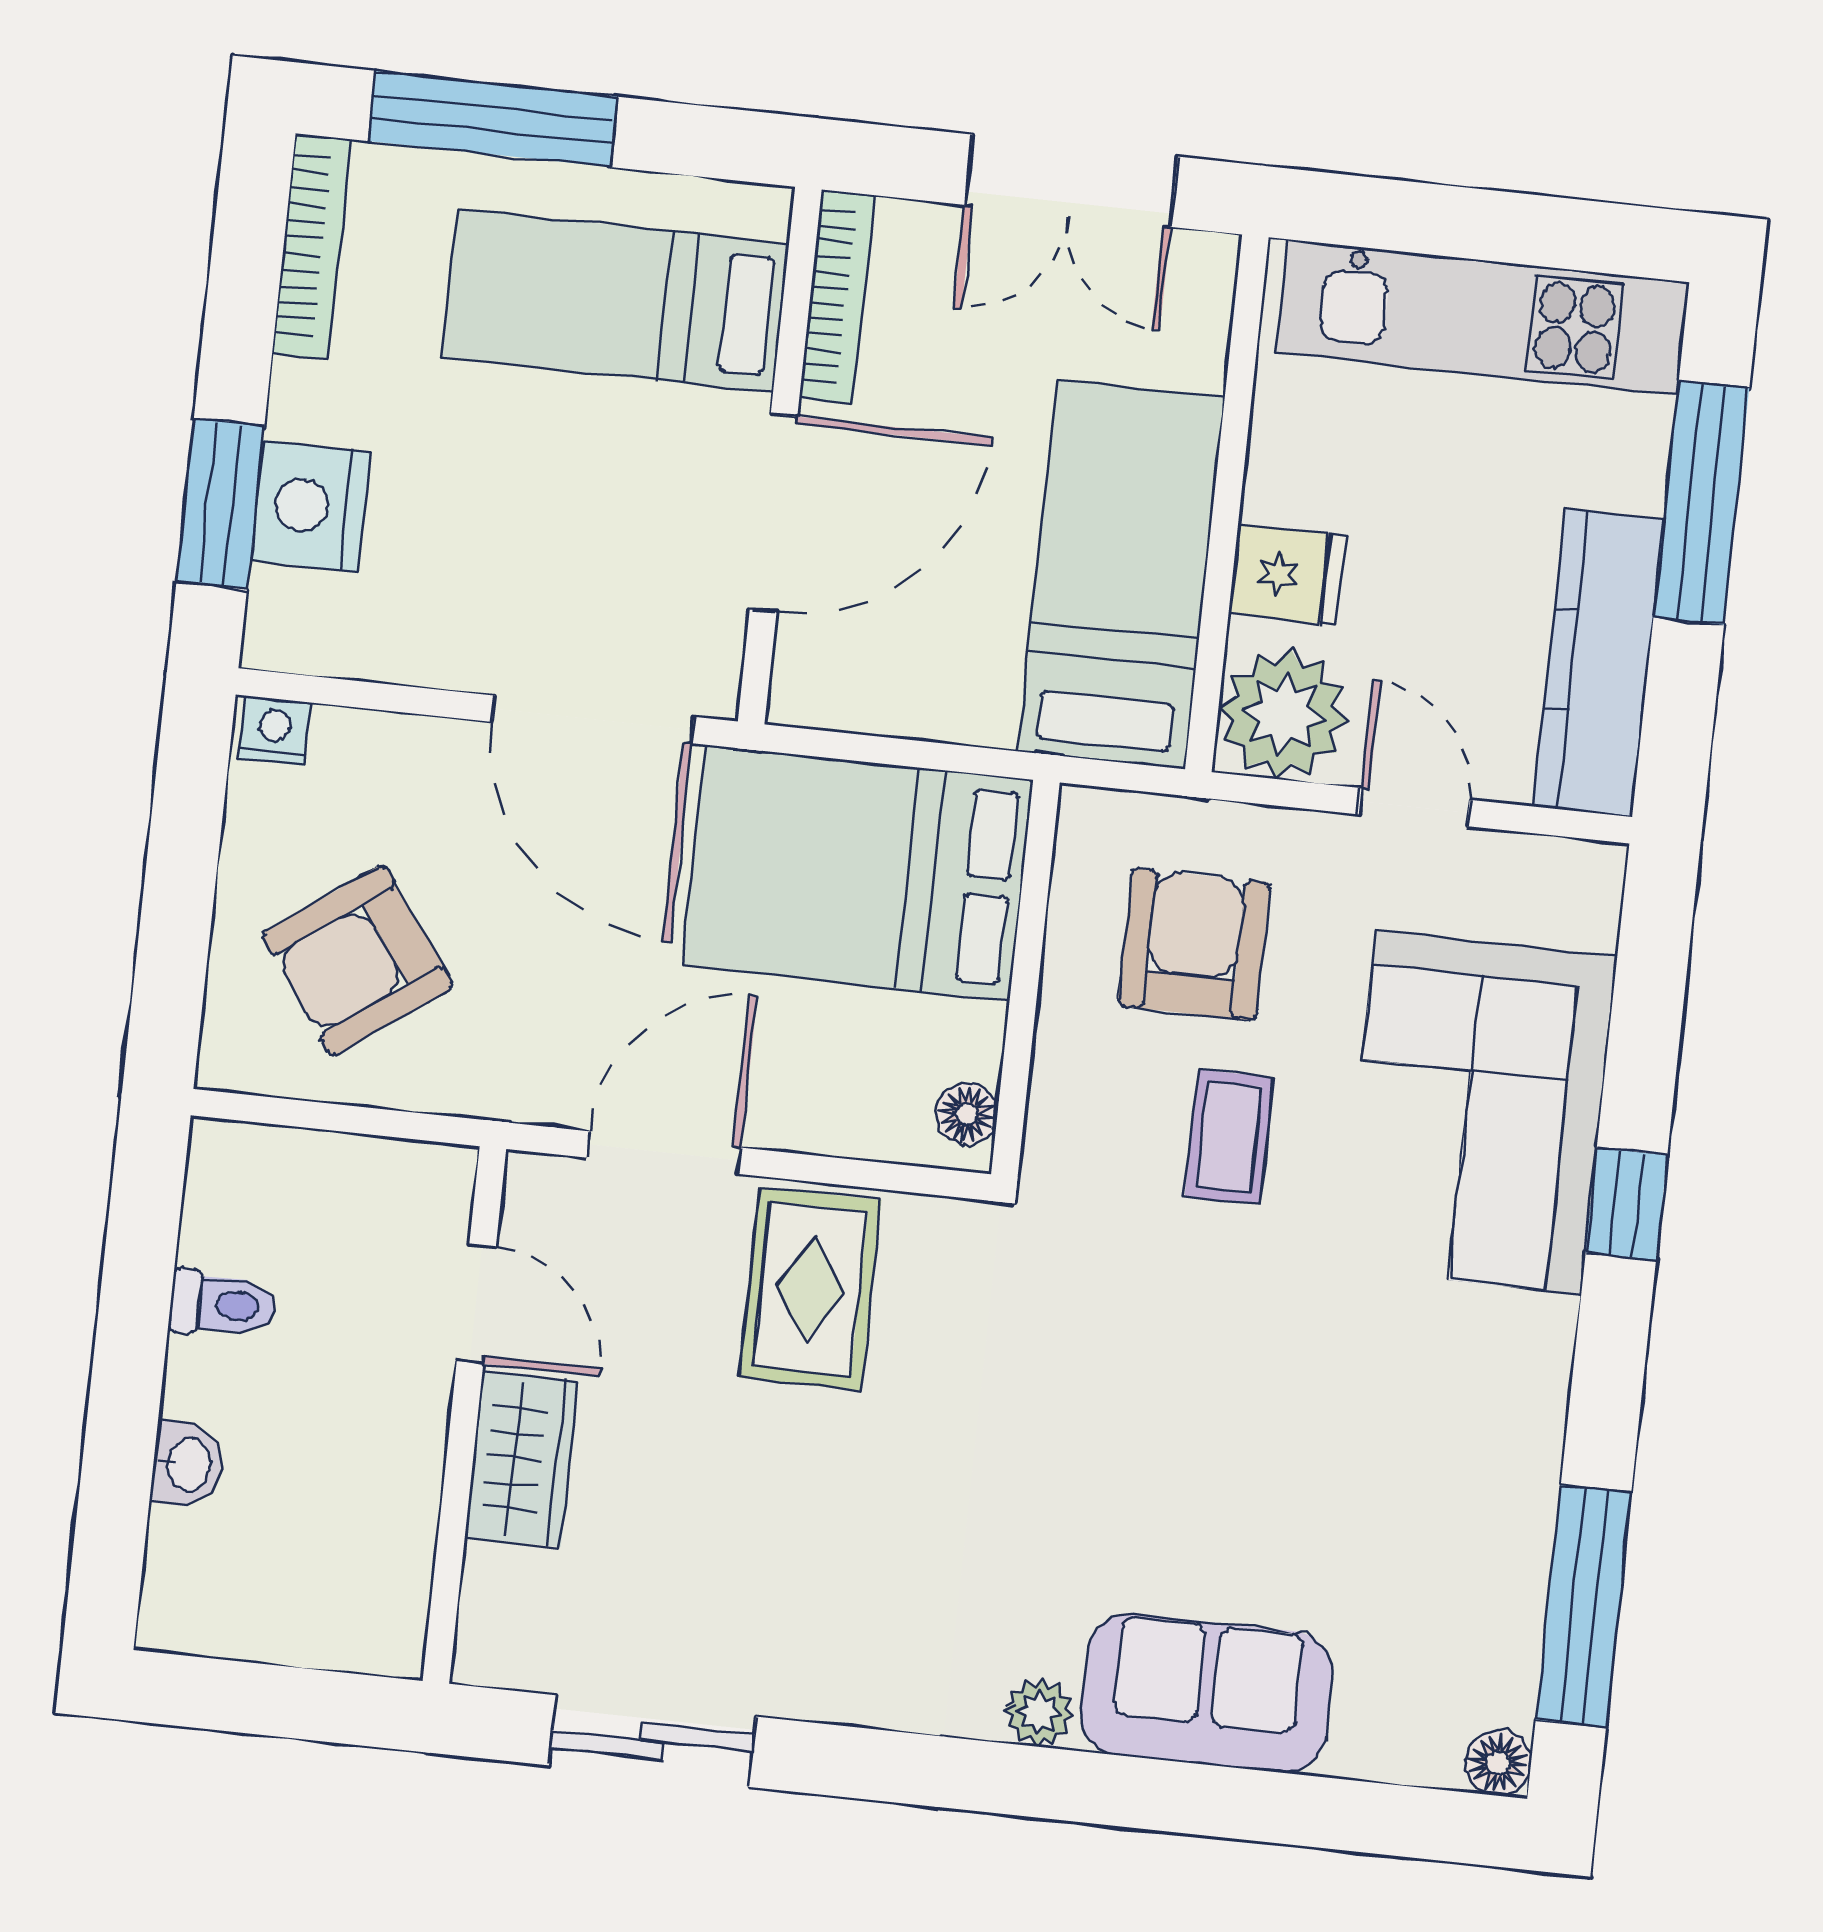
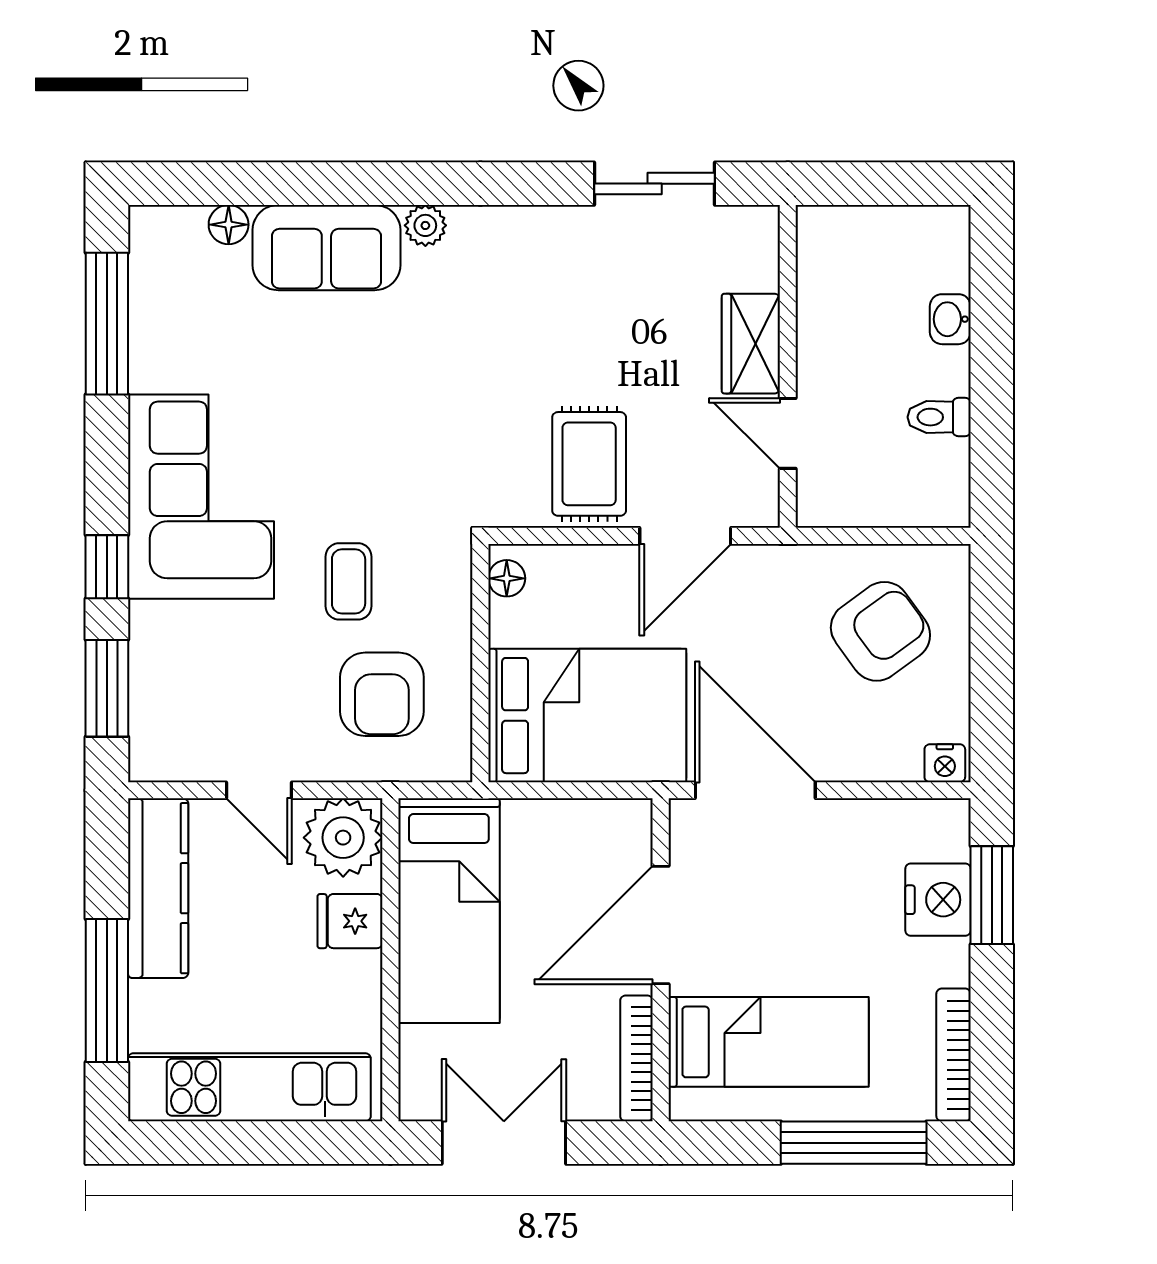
window: (1648, 1003) -> (107, 688), added
corner sofa: (1479, 1112) -> (201, 497), moved
floor lamp: (1498, 1763) -> (229, 225), moved

